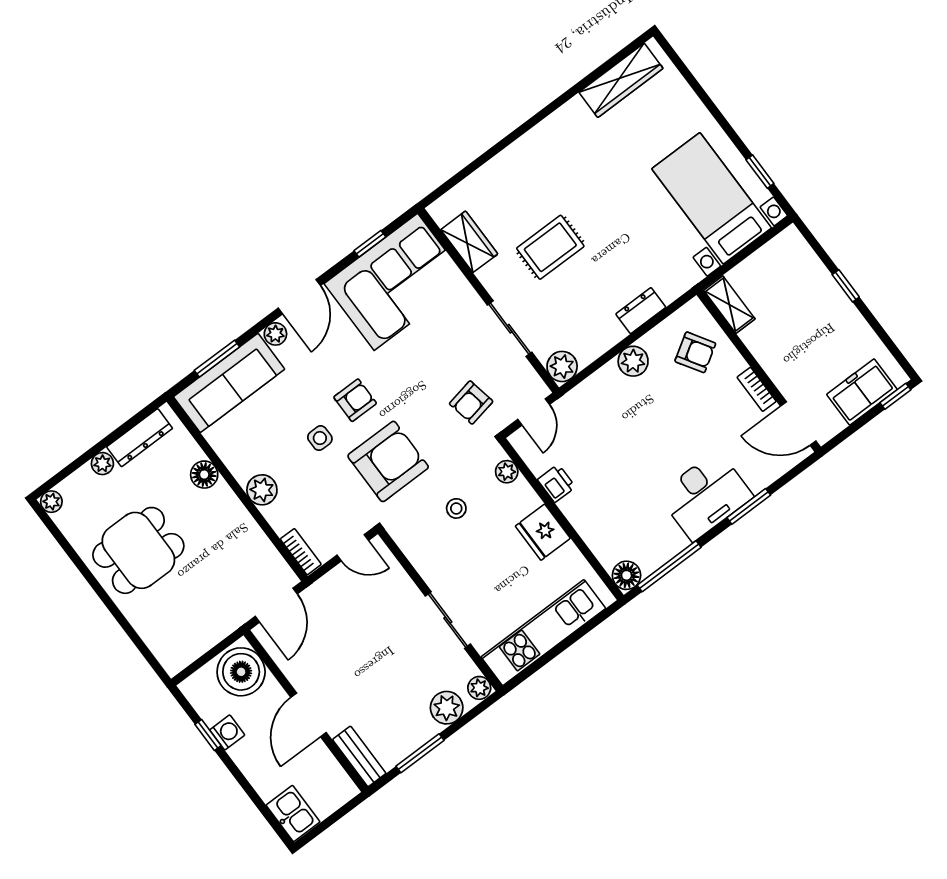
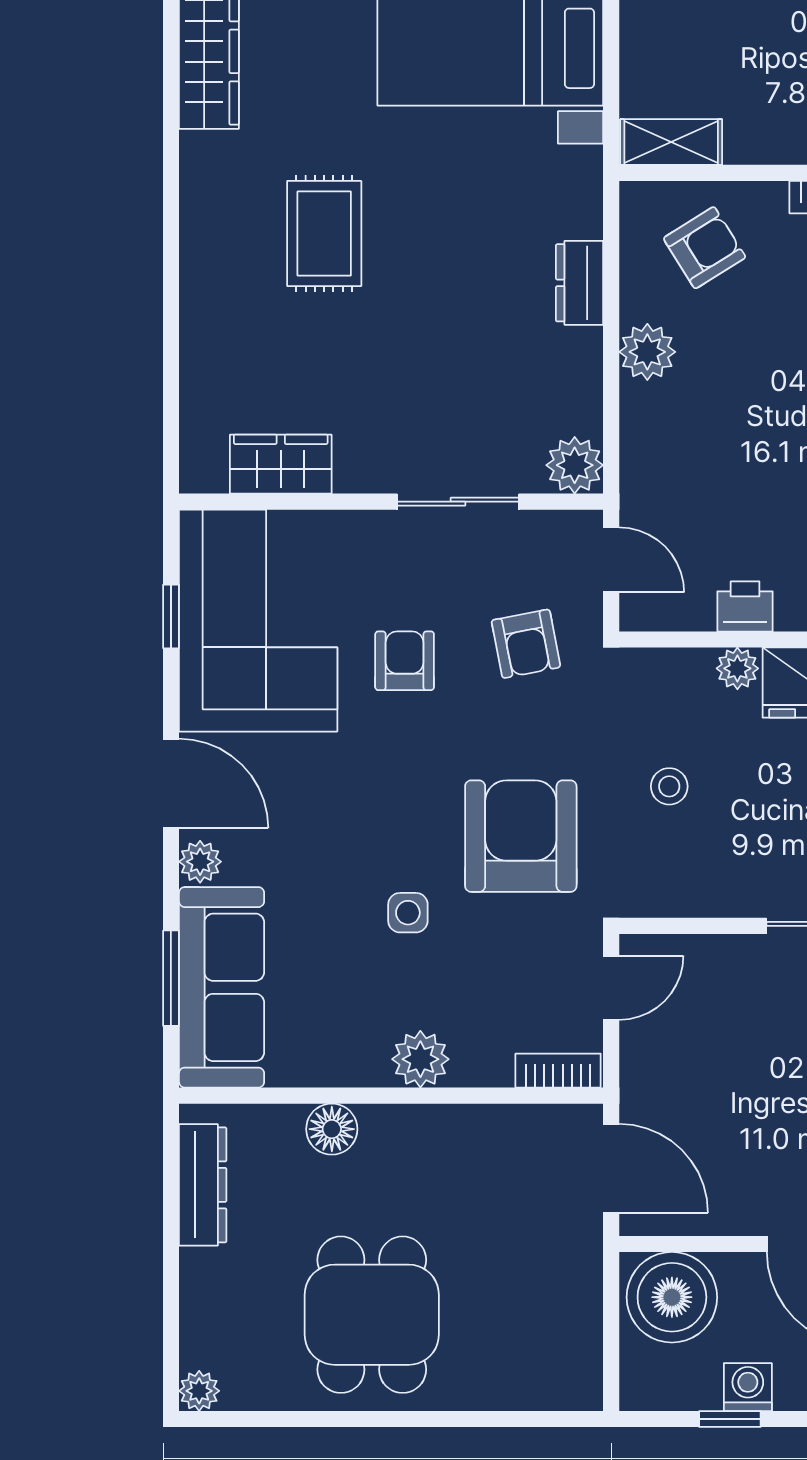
rug: (550, 247) -> (324, 234), moved
armchair: (355, 400) -> (405, 661), moved
plant: (102, 464) -> (200, 1270), removed
plant: (507, 472) -> (737, 668), moved

